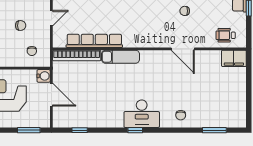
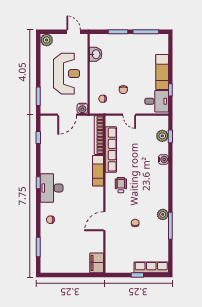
wheelchair: (226, 35) -> (121, 185), moved

